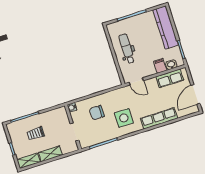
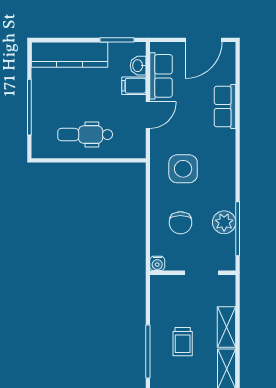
door: (136, 81) -> (148, 115), moved
door: (195, 94) -> (204, 40), hinge flipped
side table: (124, 118) -> (183, 169), moved
row of seats: (159, 118) -> (225, 106), width x0.68
plant: (104, 135) -> (224, 222), added

